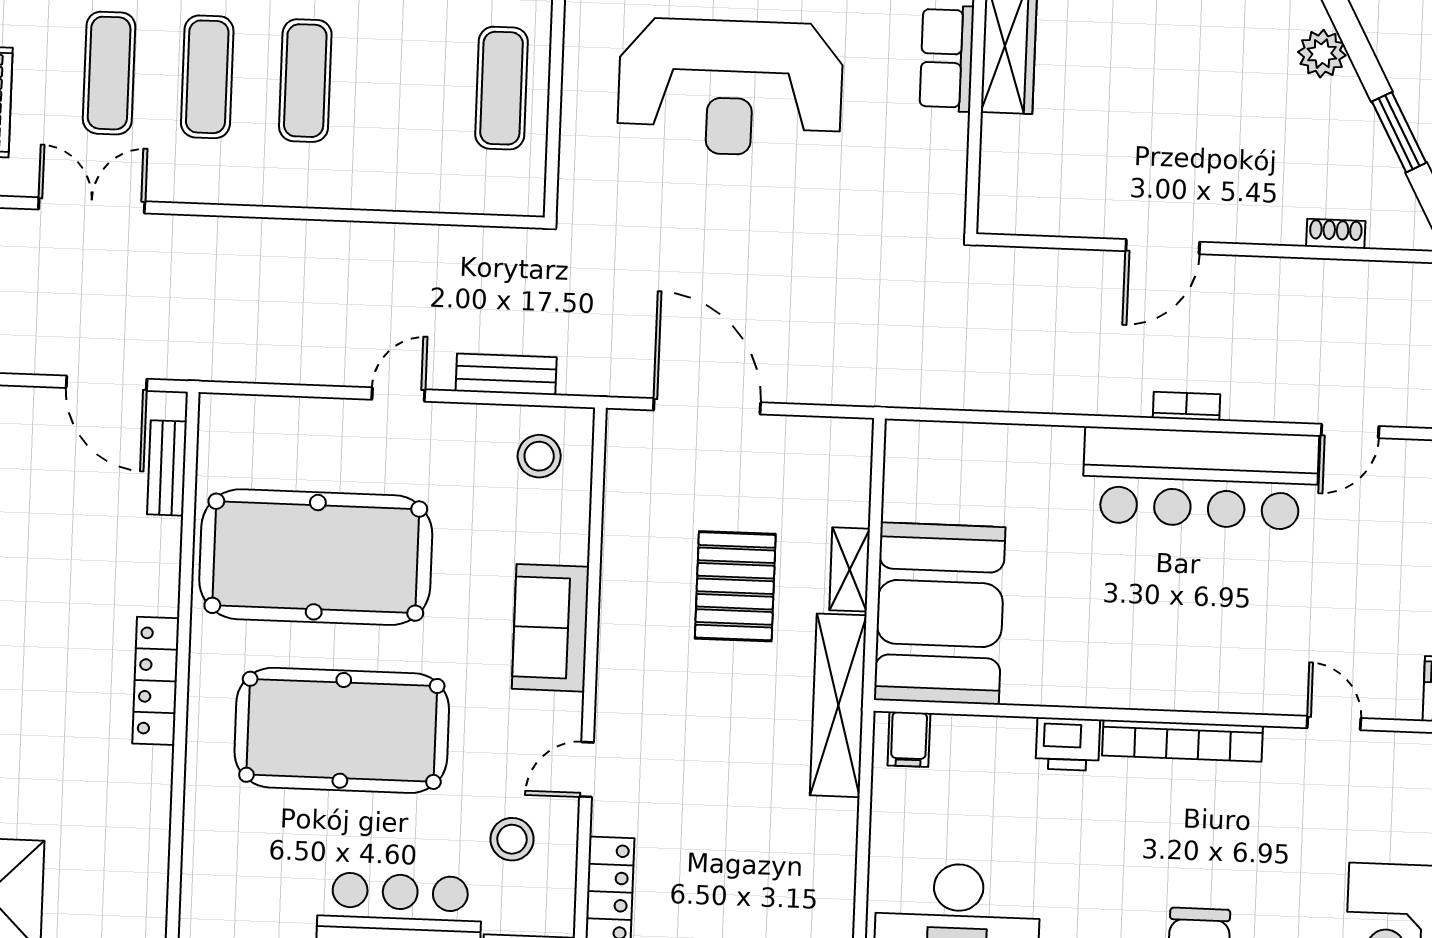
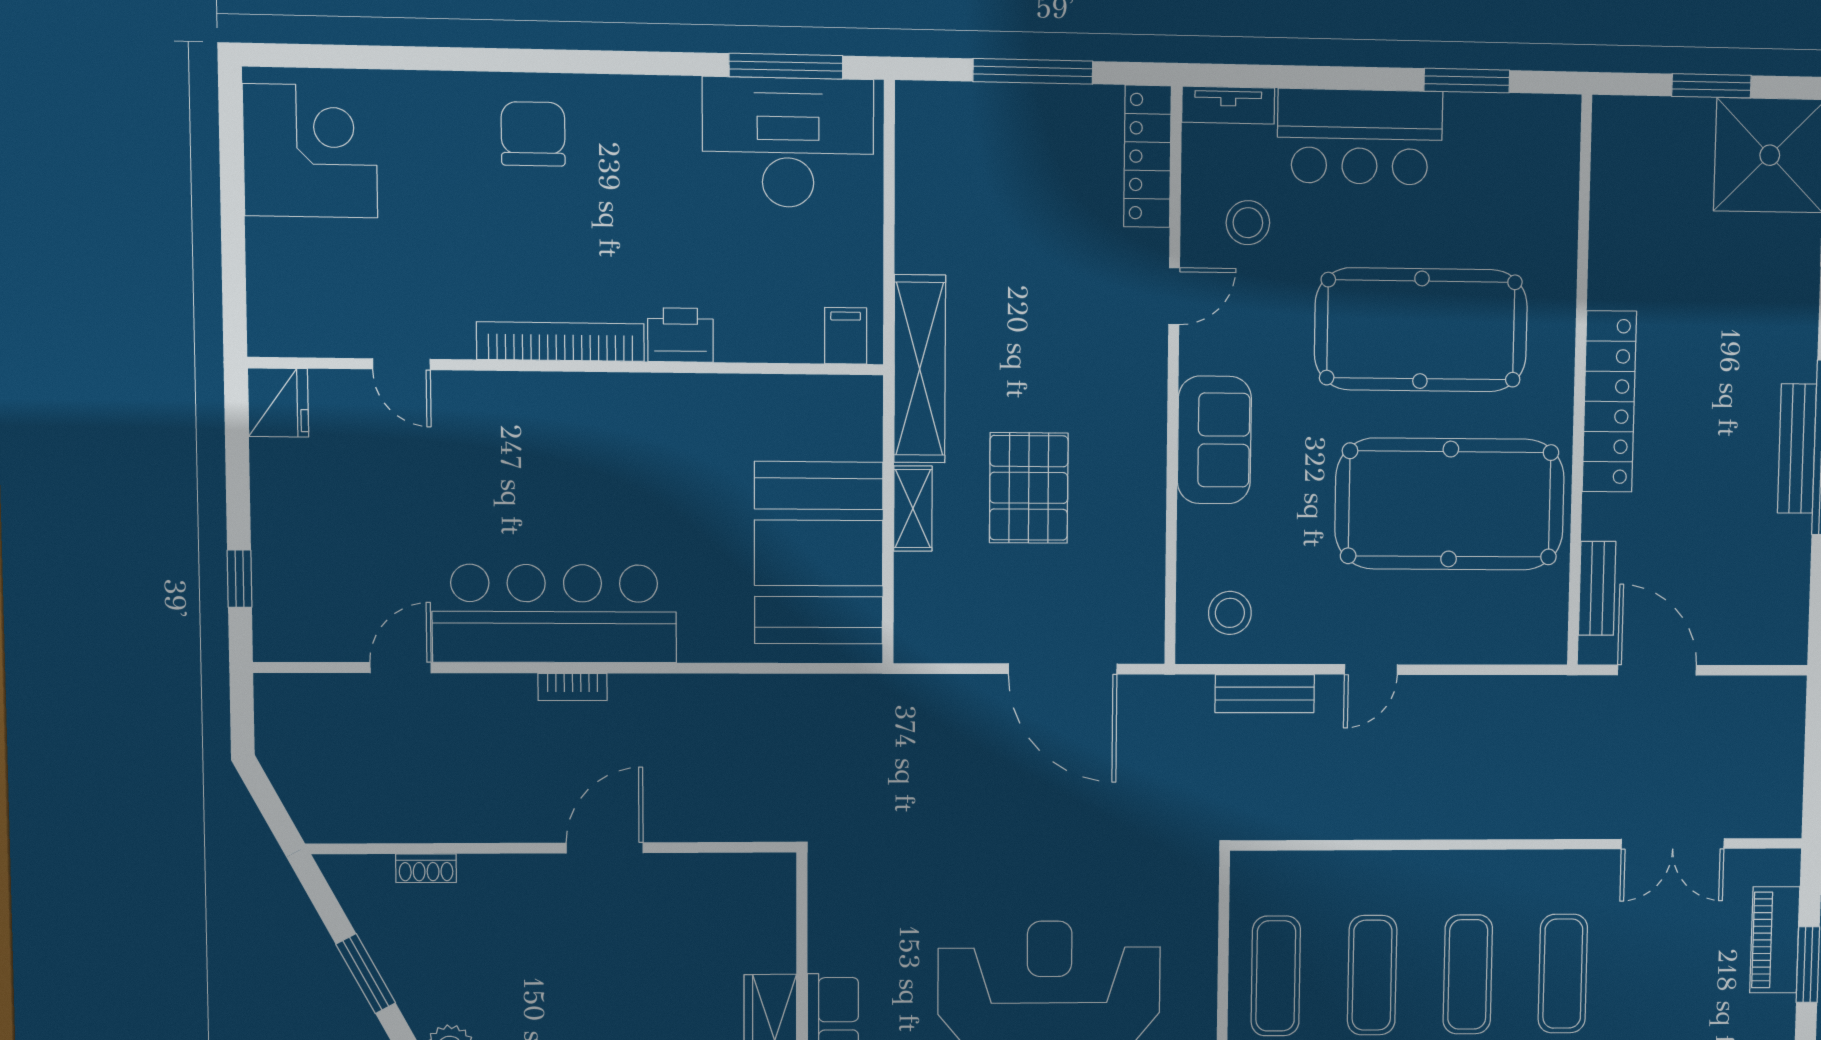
exercise mat: (109, 73) -> (1372, 975), moved
booth: (940, 614) -> (819, 553), moved
locker: (156, 681) -> (1609, 402), width x1.41, depth x1.21

